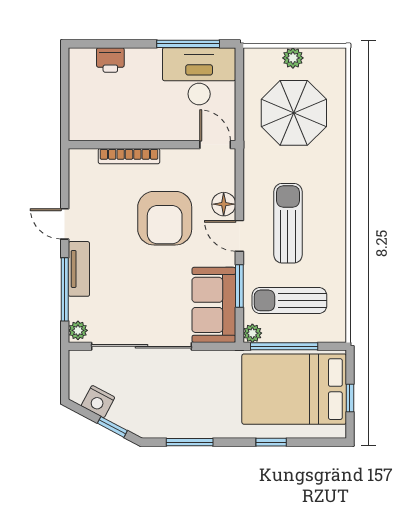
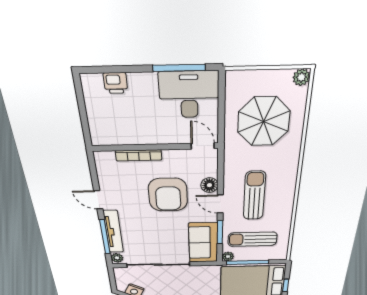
plant: (293, 58) -> (301, 77), moved
tv unit: (79, 269) -> (113, 232), width x1.41

